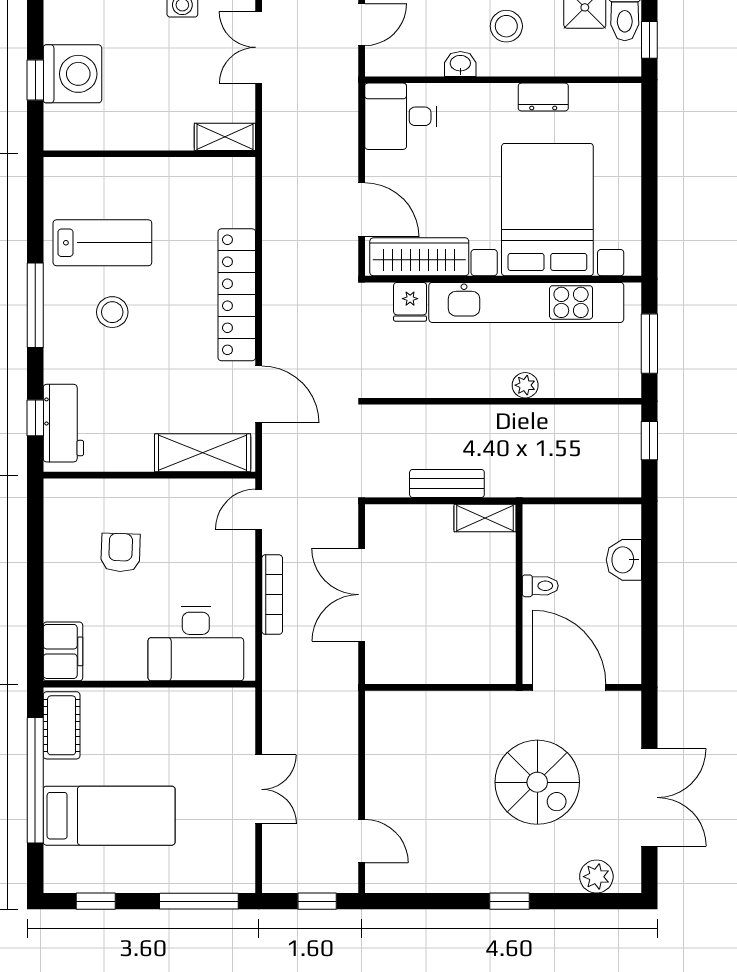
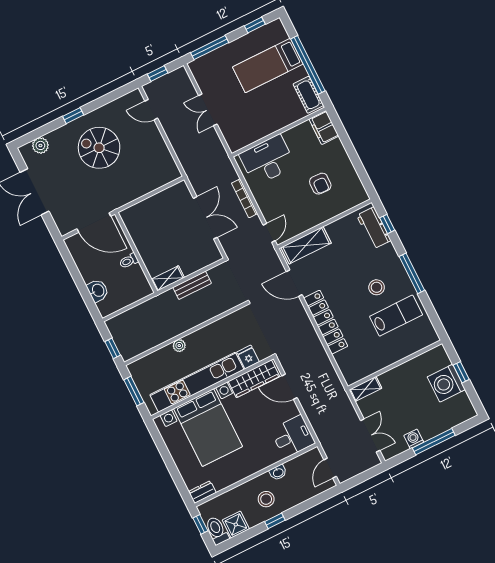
dresser: (543, 97) -> (202, 492), moved
lab bench: (102, 243) -> (396, 316), turned 180
spiral stairs: (537, 782) -> (99, 148), moved

